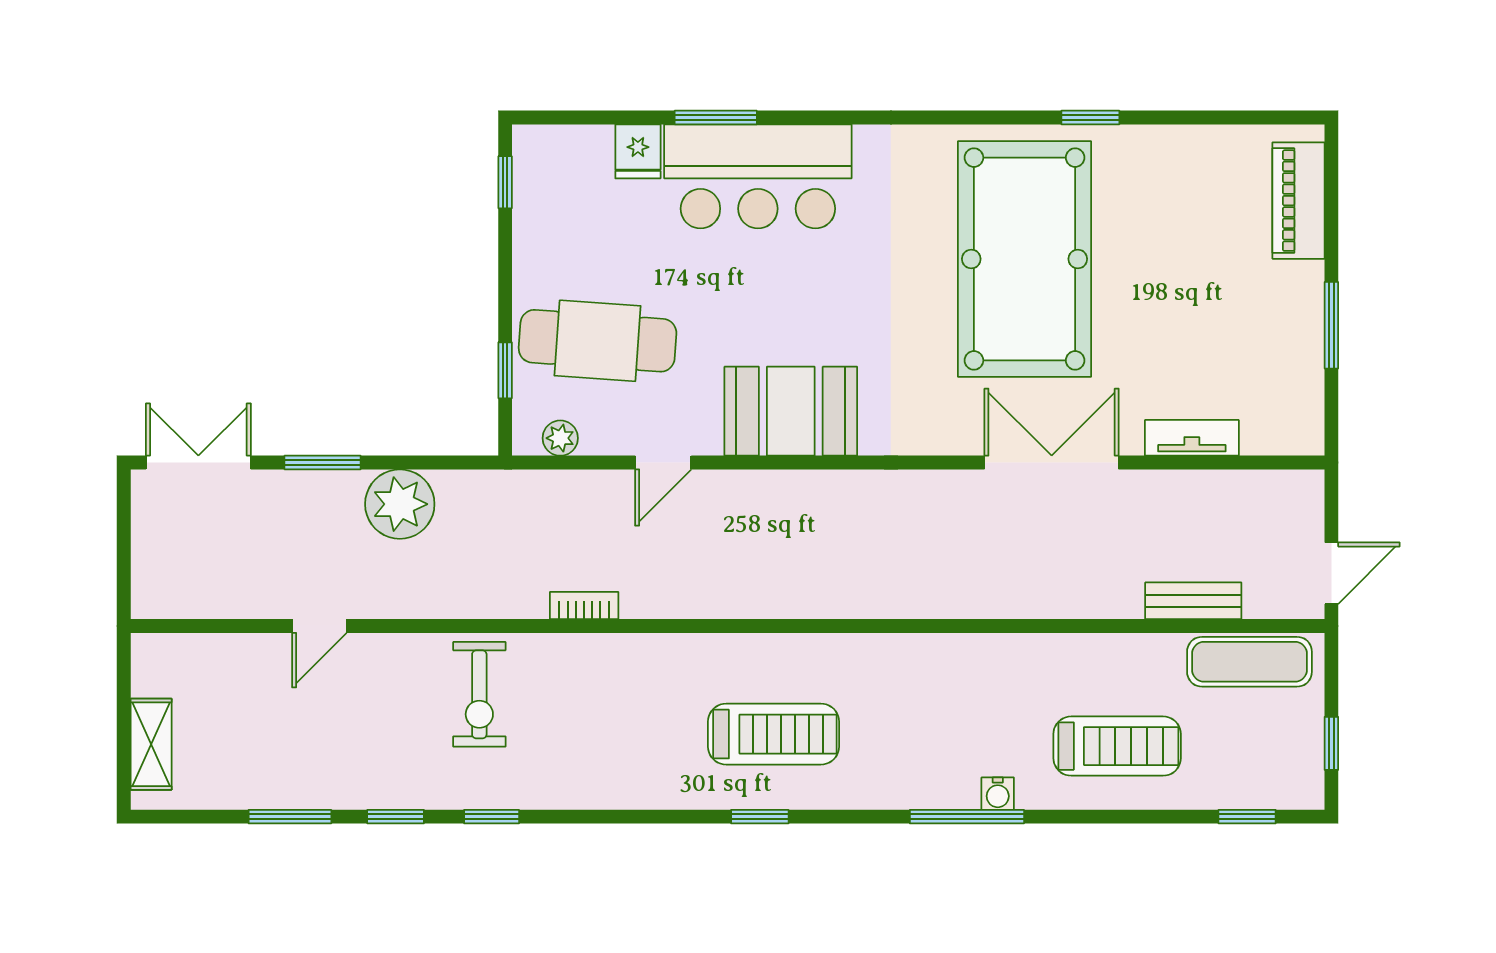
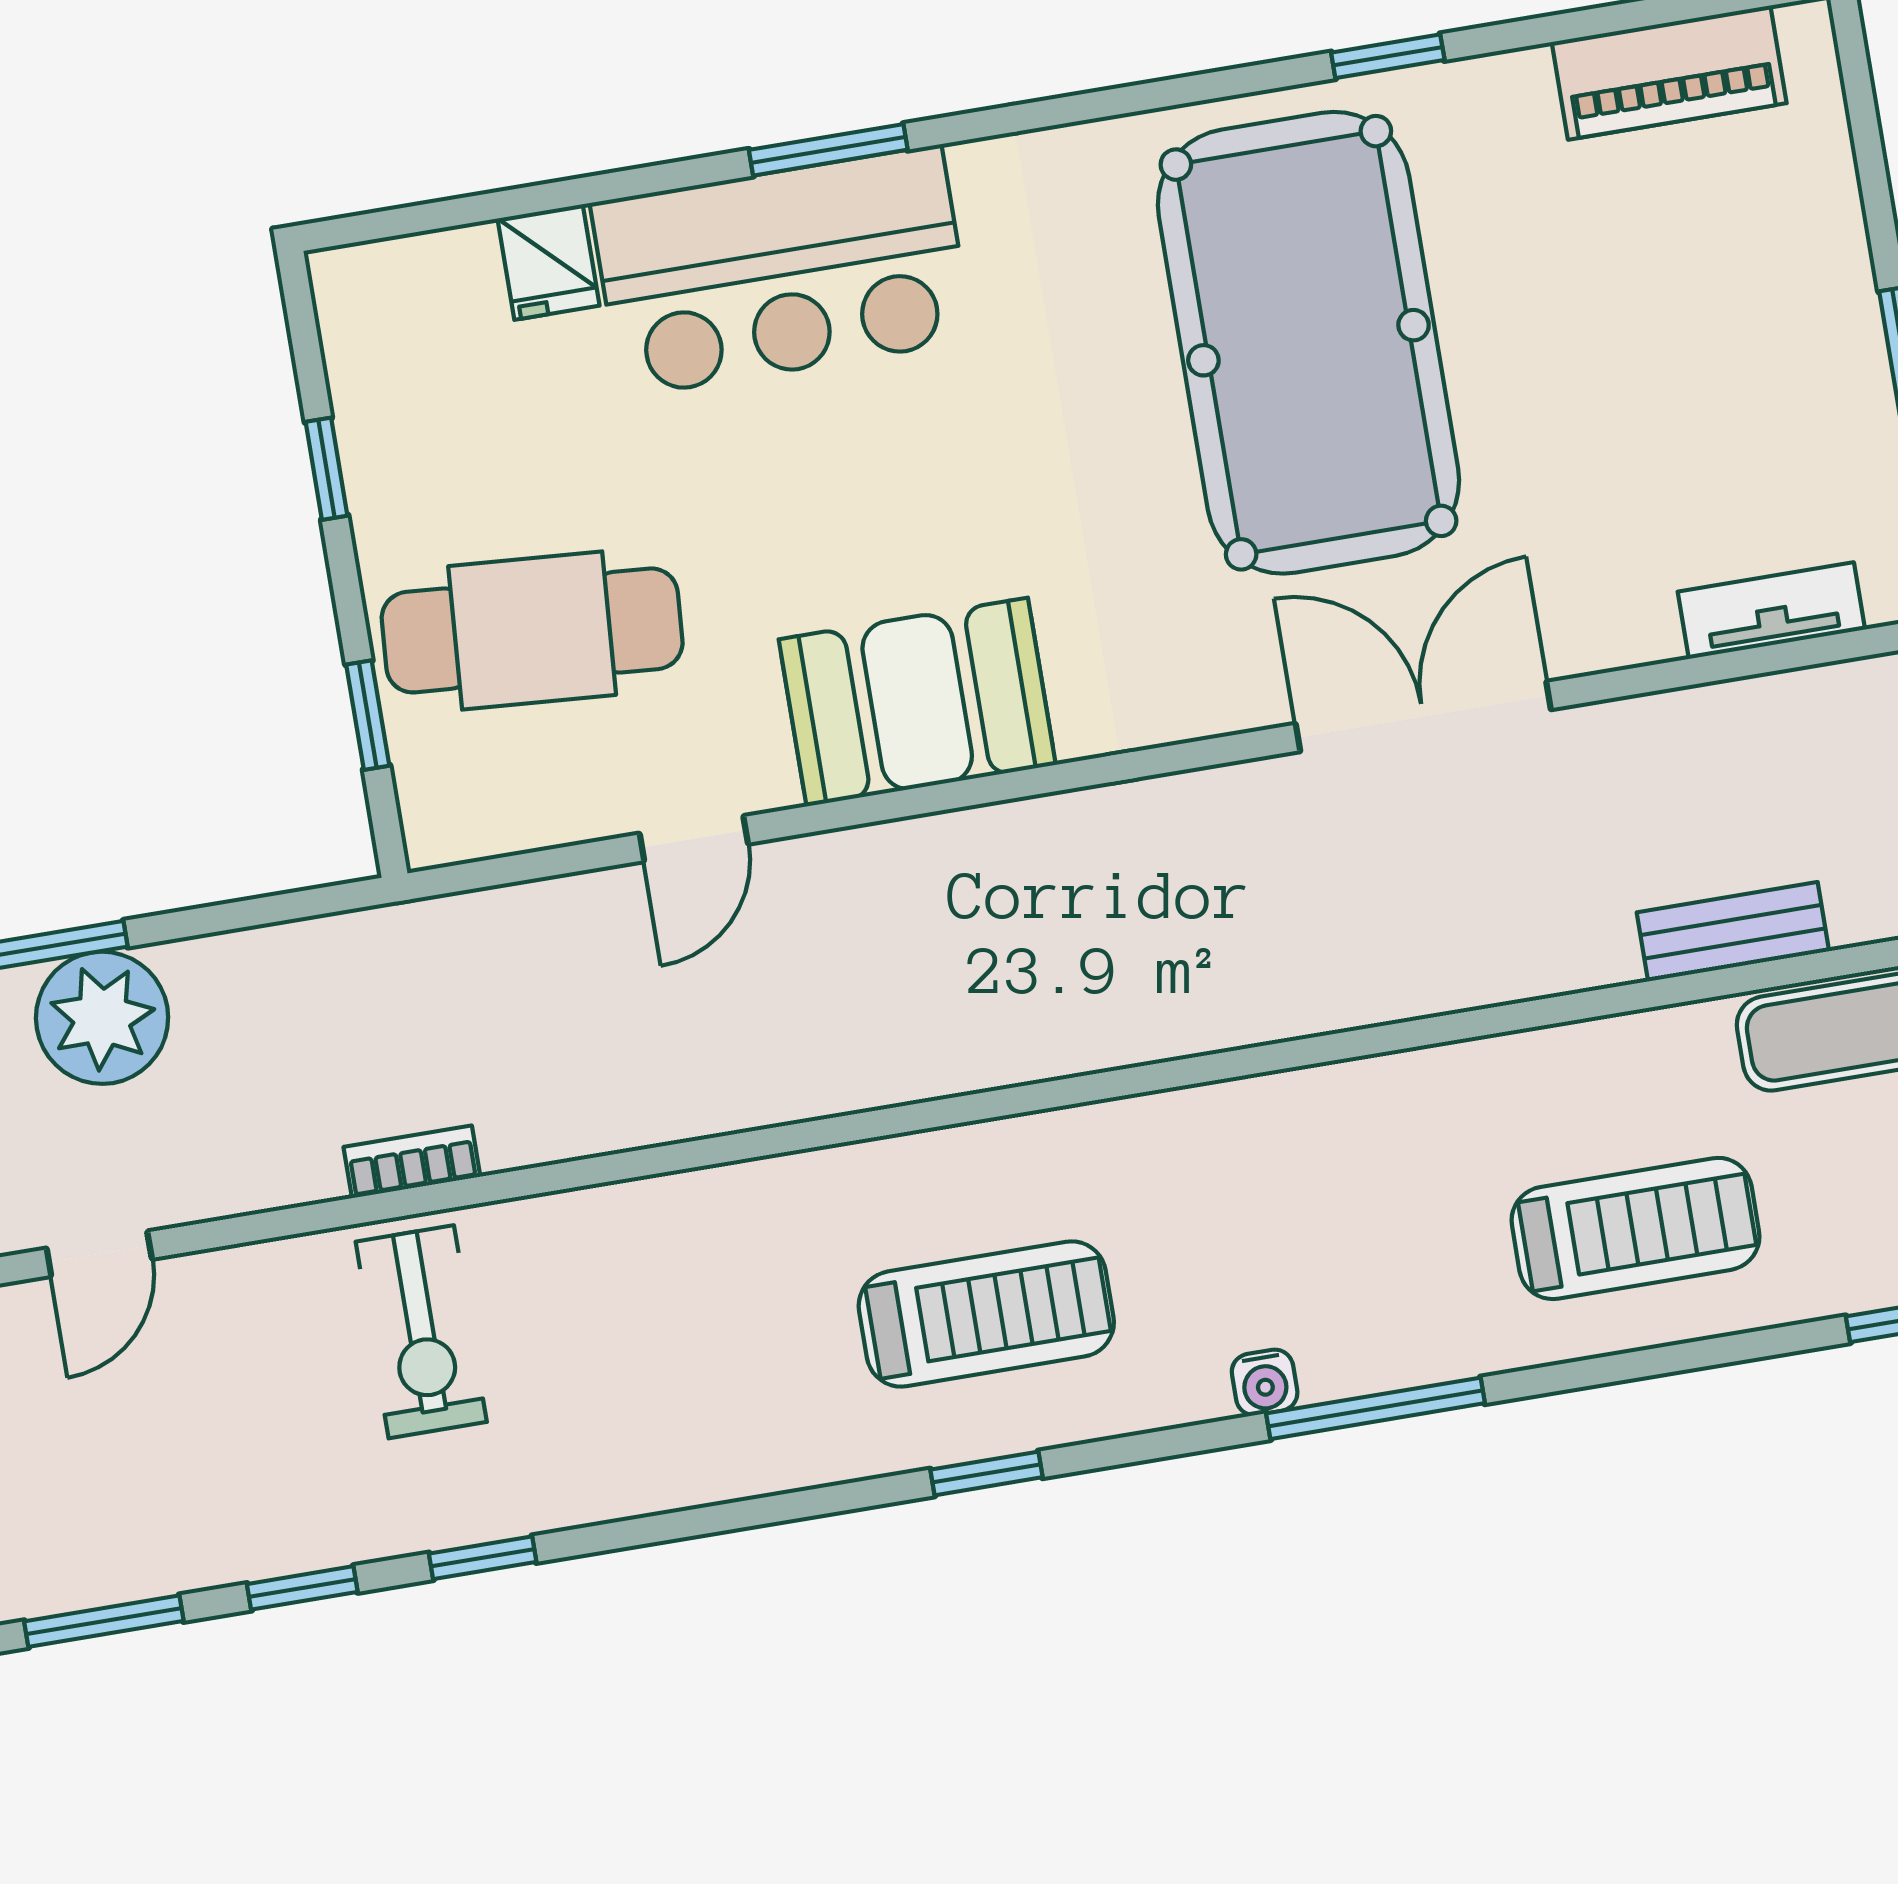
window: (716, 118) -> (828, 150), moved
window: (505, 182) -> (327, 469), moved
piano: (1298, 201) -> (1669, 73), moved, turned -90
plant: (560, 438) -> (493, 825), removed
tv unit: (1192, 438) -> (1771, 611), moved
plant: (400, 504) -> (102, 1018), moved
bookcase: (584, 606) -> (412, 1162), moved
water cooler: (998, 794) -> (1265, 1382), moved

